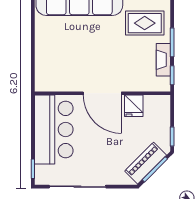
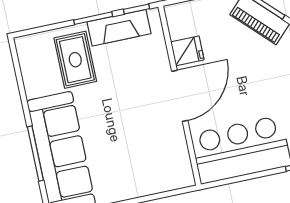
fireplace: (163, 60) -> (119, 28), width x1.37, depth x1.32

